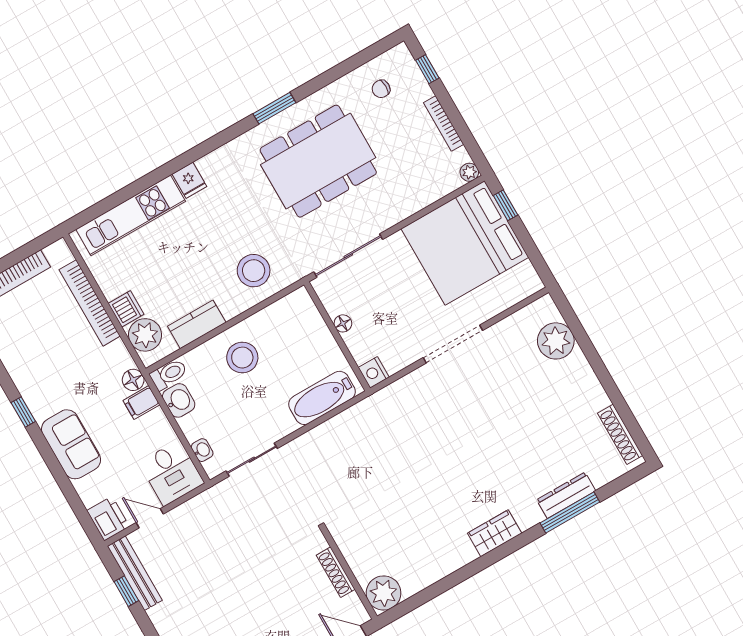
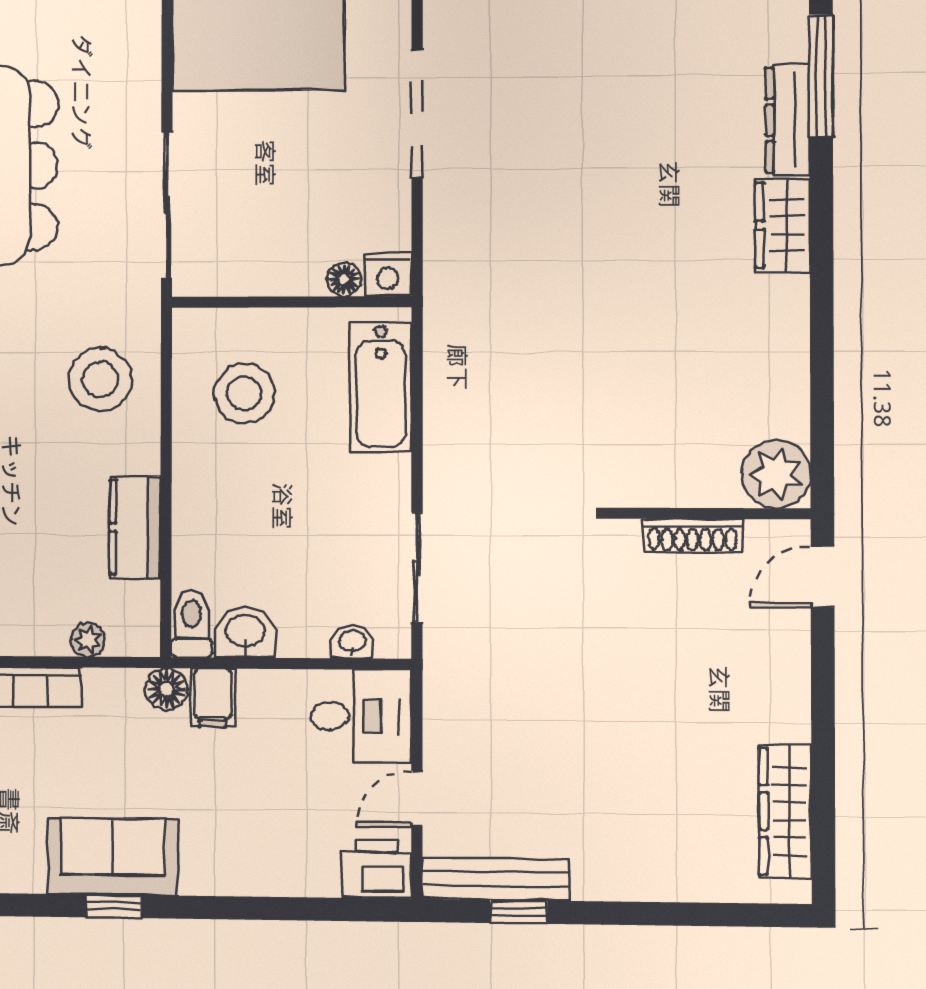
dishwasher: (126, 309) -> (41, 631), removed
floor lamp: (343, 323) -> (344, 279), moved
plant: (145, 335) -> (88, 640), width x0.53, depth x0.53
stool: (242, 358) -> (244, 393), moved
sofa: (71, 444) -> (113, 857), moved
dresser: (566, 495) -> (788, 120), moved

